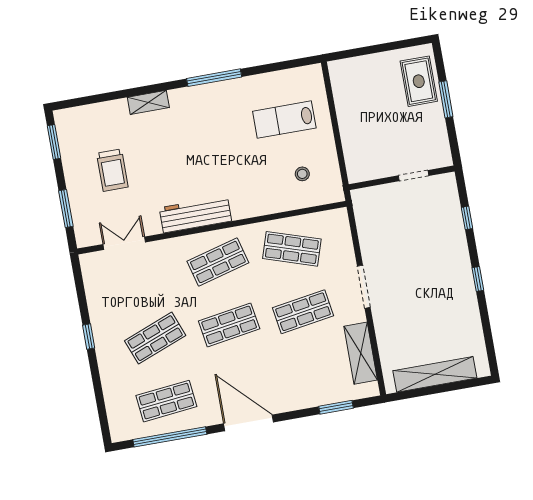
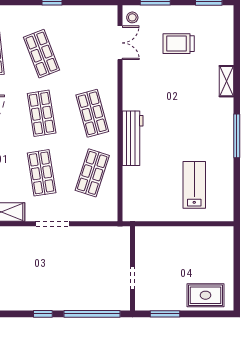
window: (446, 99) -> (165, 314), moved
stool: (302, 174) -> (132, 17), moved
workbench: (195, 214) -> (133, 138), moved
window: (467, 218) -> (92, 314), width x3.17

